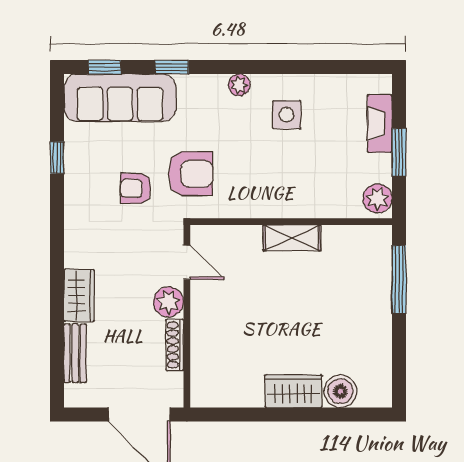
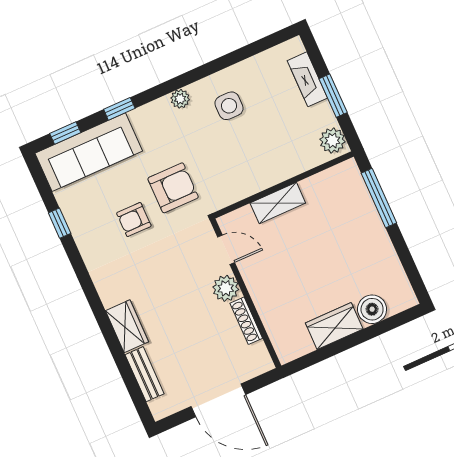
door: (187, 262) -> (226, 250), moved
plant: (168, 302) -> (226, 288), moved
wall: (187, 316) -> (246, 293), moved
shoe rack: (175, 345) -> (246, 321), moved

